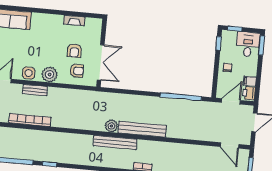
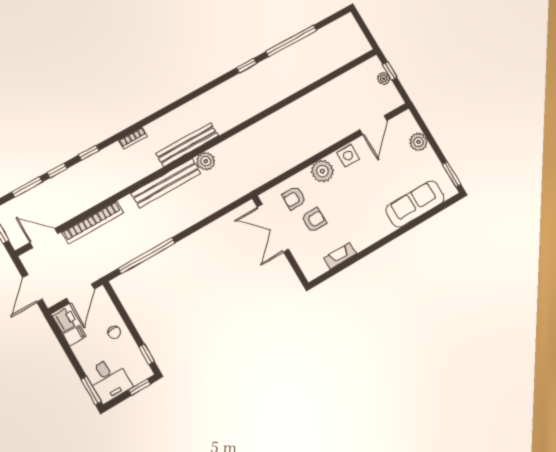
armchair: (74, 51) -> (314, 220), turned 90
bench: (35, 90) -> (326, 141), removed
bookcase: (30, 120) -> (93, 222), moved

